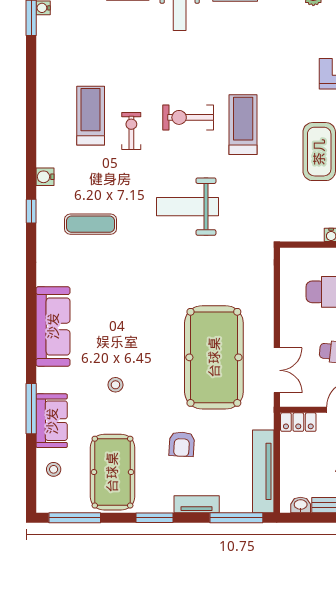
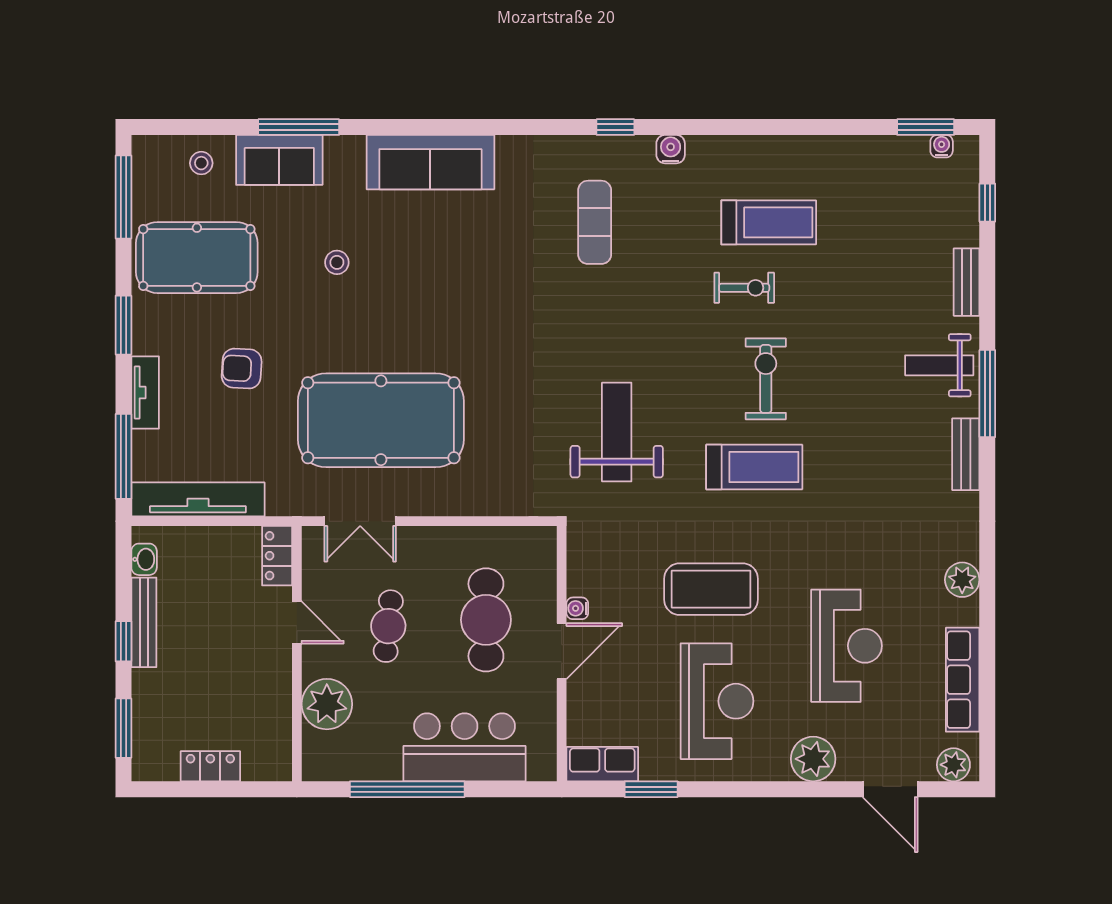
weight bench: (187, 207) -> (617, 432), moved

